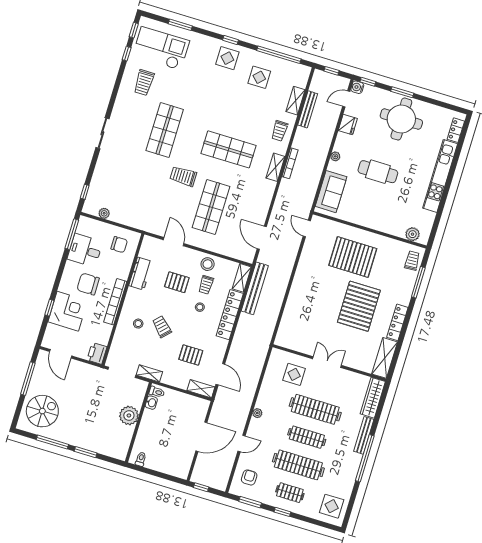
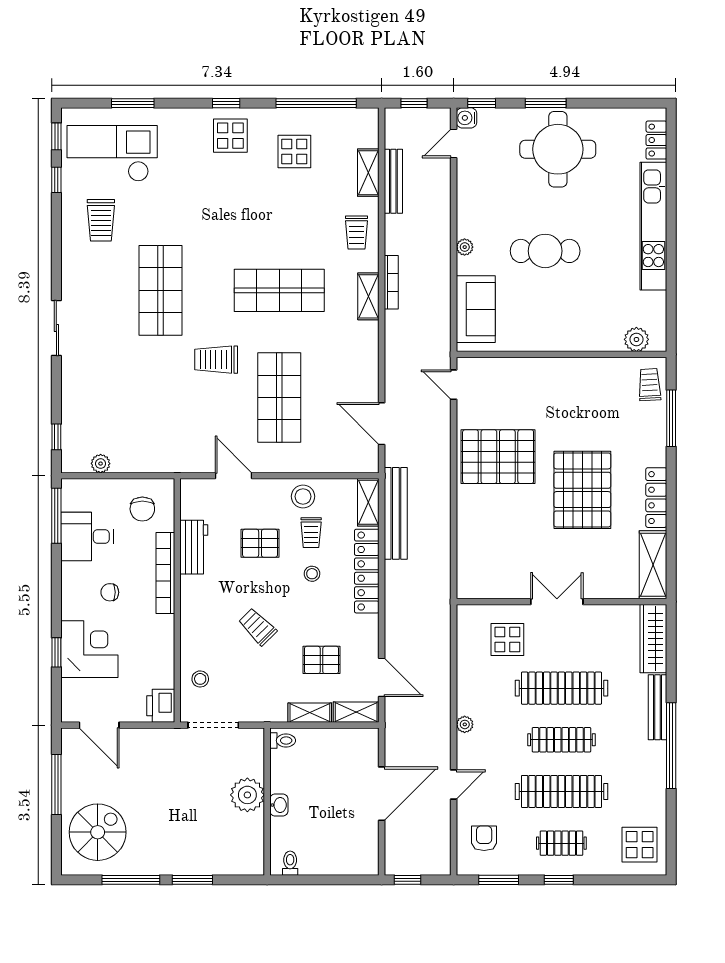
fridge: (348, 125) -> (469, 186), removed
chair: (119, 245) -> (142, 509), turned 90
pallet: (353, 257) -> (498, 457), moved
chair: (88, 284) -> (110, 592), width x0.54, depth x0.54
bookcase: (115, 302) -> (165, 573), moved
stool: (138, 324) -> (200, 679), moved
shelving: (149, 373) -> (310, 713), moved
washbasin: (151, 403) -> (279, 805), moved

